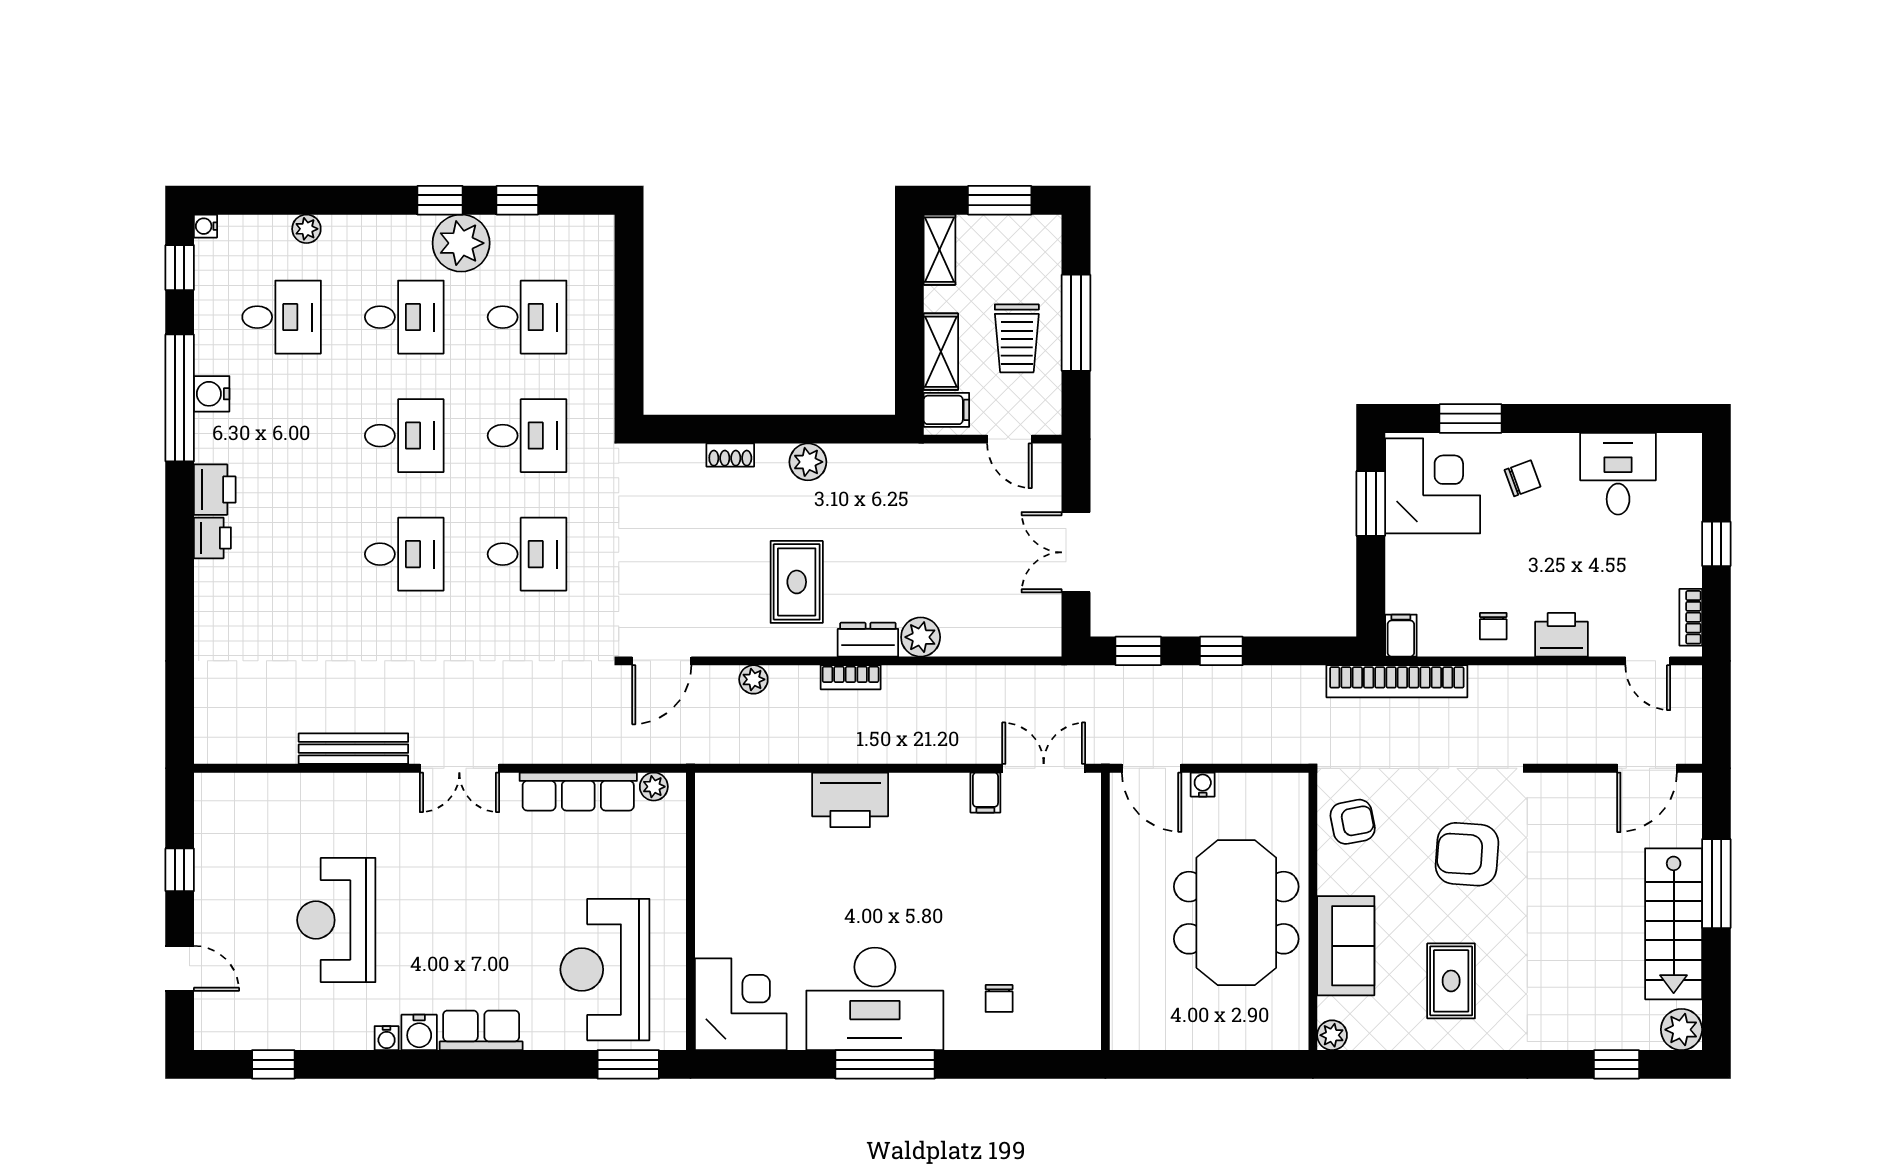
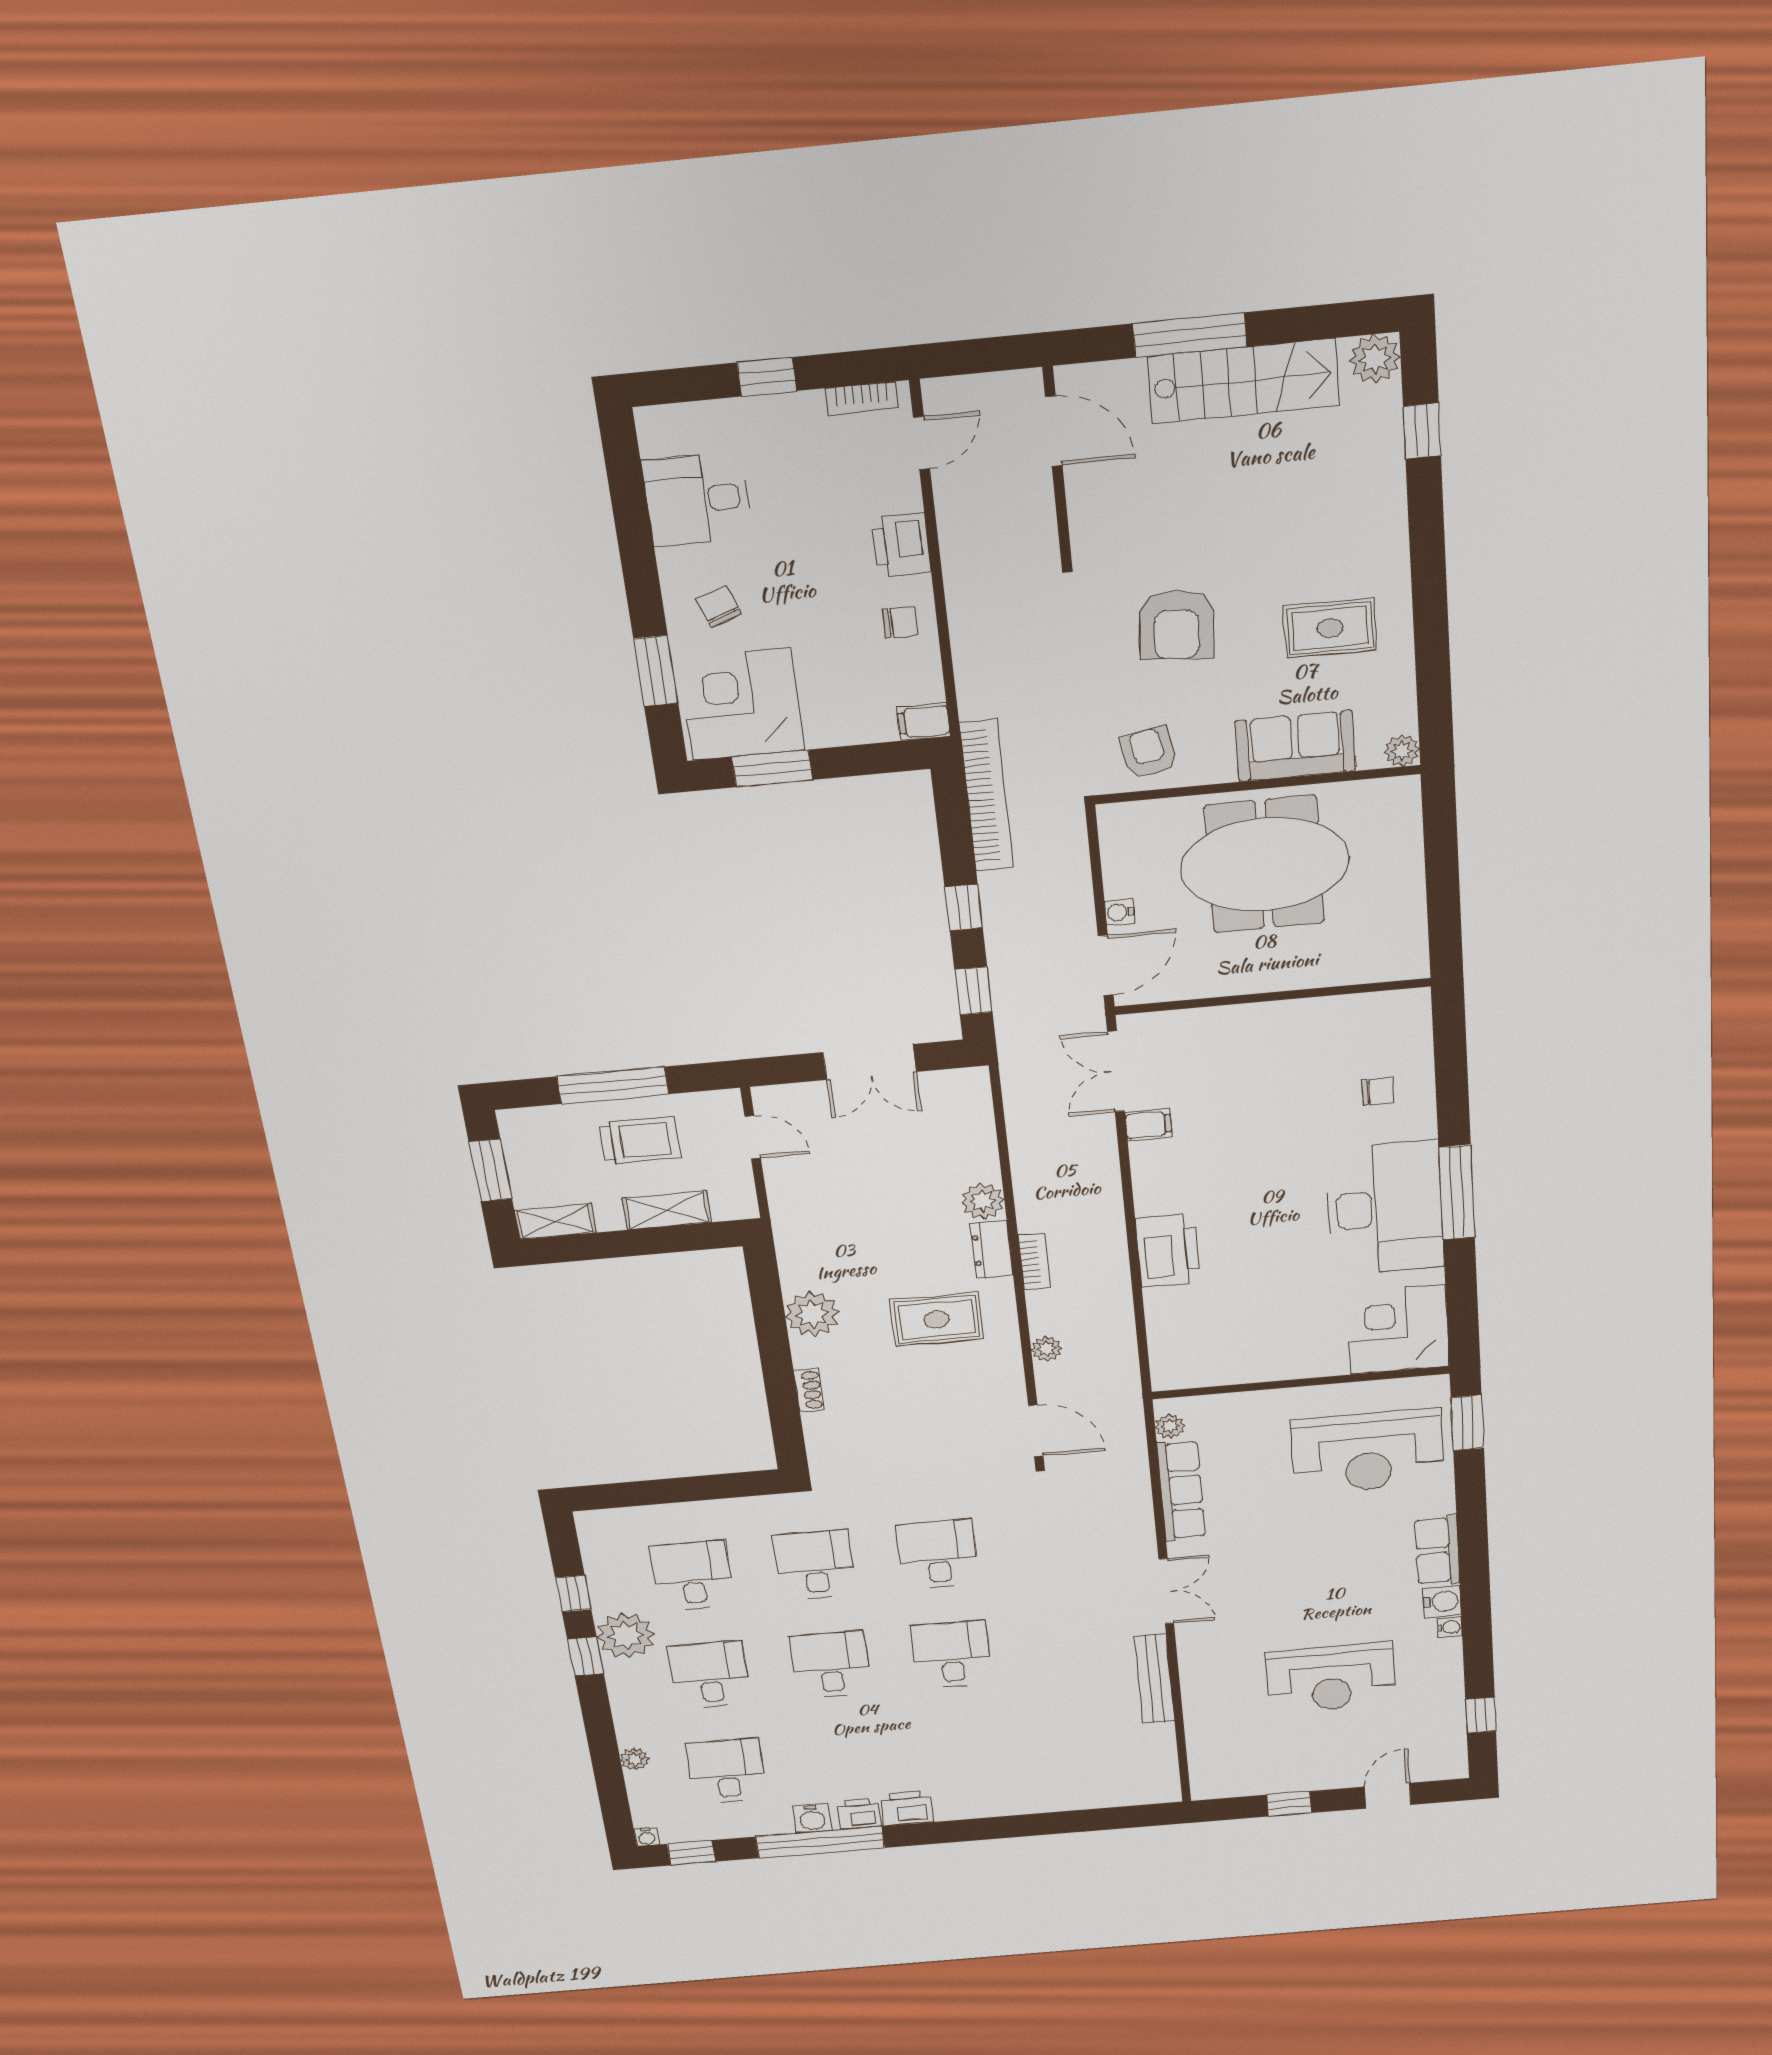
filing cabinet: (946, 410) -> (730, 1199), removed
door: (1009, 439) -> (753, 1137), hinge flipped
plant: (808, 462) -> (812, 1314), width x1.36, depth x1.36
printer: (212, 538) -> (859, 1814), moved
bookcase: (1397, 681) -> (986, 796), moved

